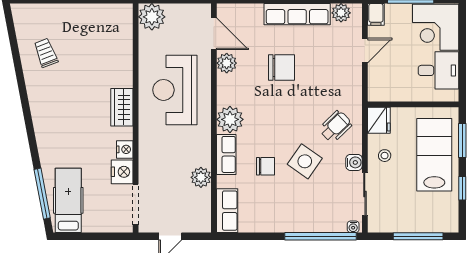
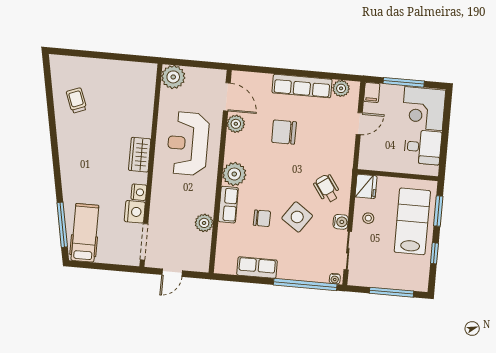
chair: (282, 68) -> (284, 132), turned 180
wheelchair: (335, 127) -> (327, 189), turned -81
row of seats: (227, 211) -> (257, 268), moved, turned -90

